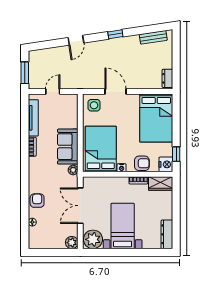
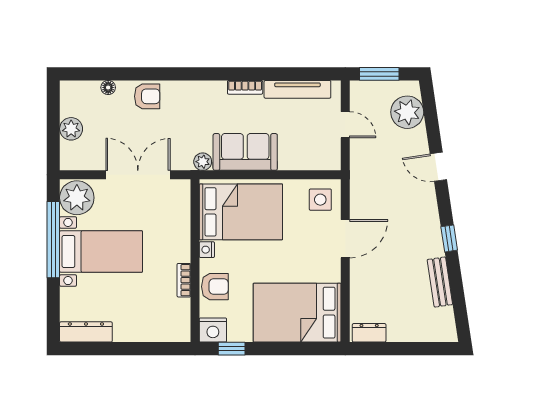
bench: (153, 37) -> (440, 282), moved
plant: (46, 57) -> (407, 112), added
armchair: (142, 163) -> (215, 287), turned -90
wardrobe: (160, 184) -> (178, 320), removed
plant: (72, 243) -> (71, 129), moved
window: (116, 252) -> (53, 240), added

